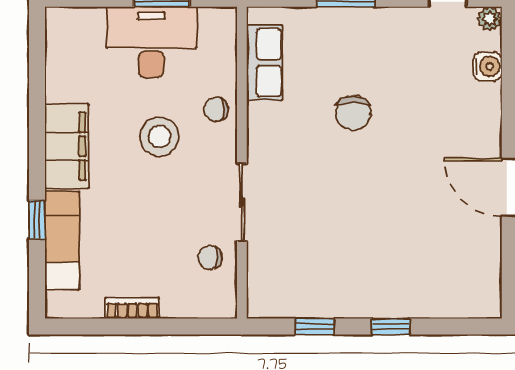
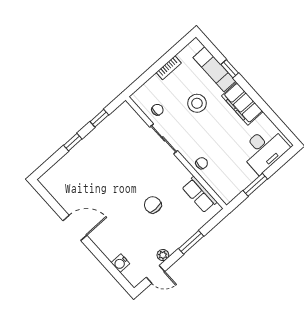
plant: (490, 19) -> (163, 255), moved
desk: (151, 42) -> (264, 149), moved
stool: (159, 136) -> (197, 103), moved

